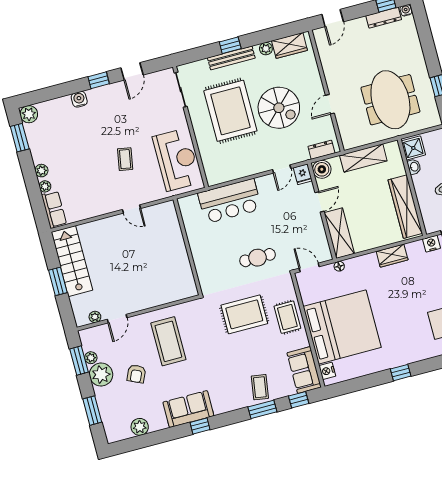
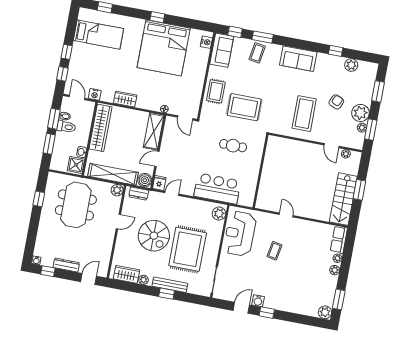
dresser: (384, 18) -> (66, 265), moved
water cooler: (79, 99) -> (258, 301), moved
spiral stairs: (279, 108) -> (154, 236), turned 180
plant: (349, 141) -> (117, 190), added
shelving: (363, 158) -> (113, 174), width x1.47
plant: (213, 172) -> (219, 214), added
cafe table: (258, 258) -> (233, 146), moved
door: (117, 319) -> (331, 146), swing flipped
bed: (342, 327) -> (164, 48), moved, turned -90
sofa: (188, 409) -> (298, 59), moved
window: (200, 426) -> (336, 51), moved

